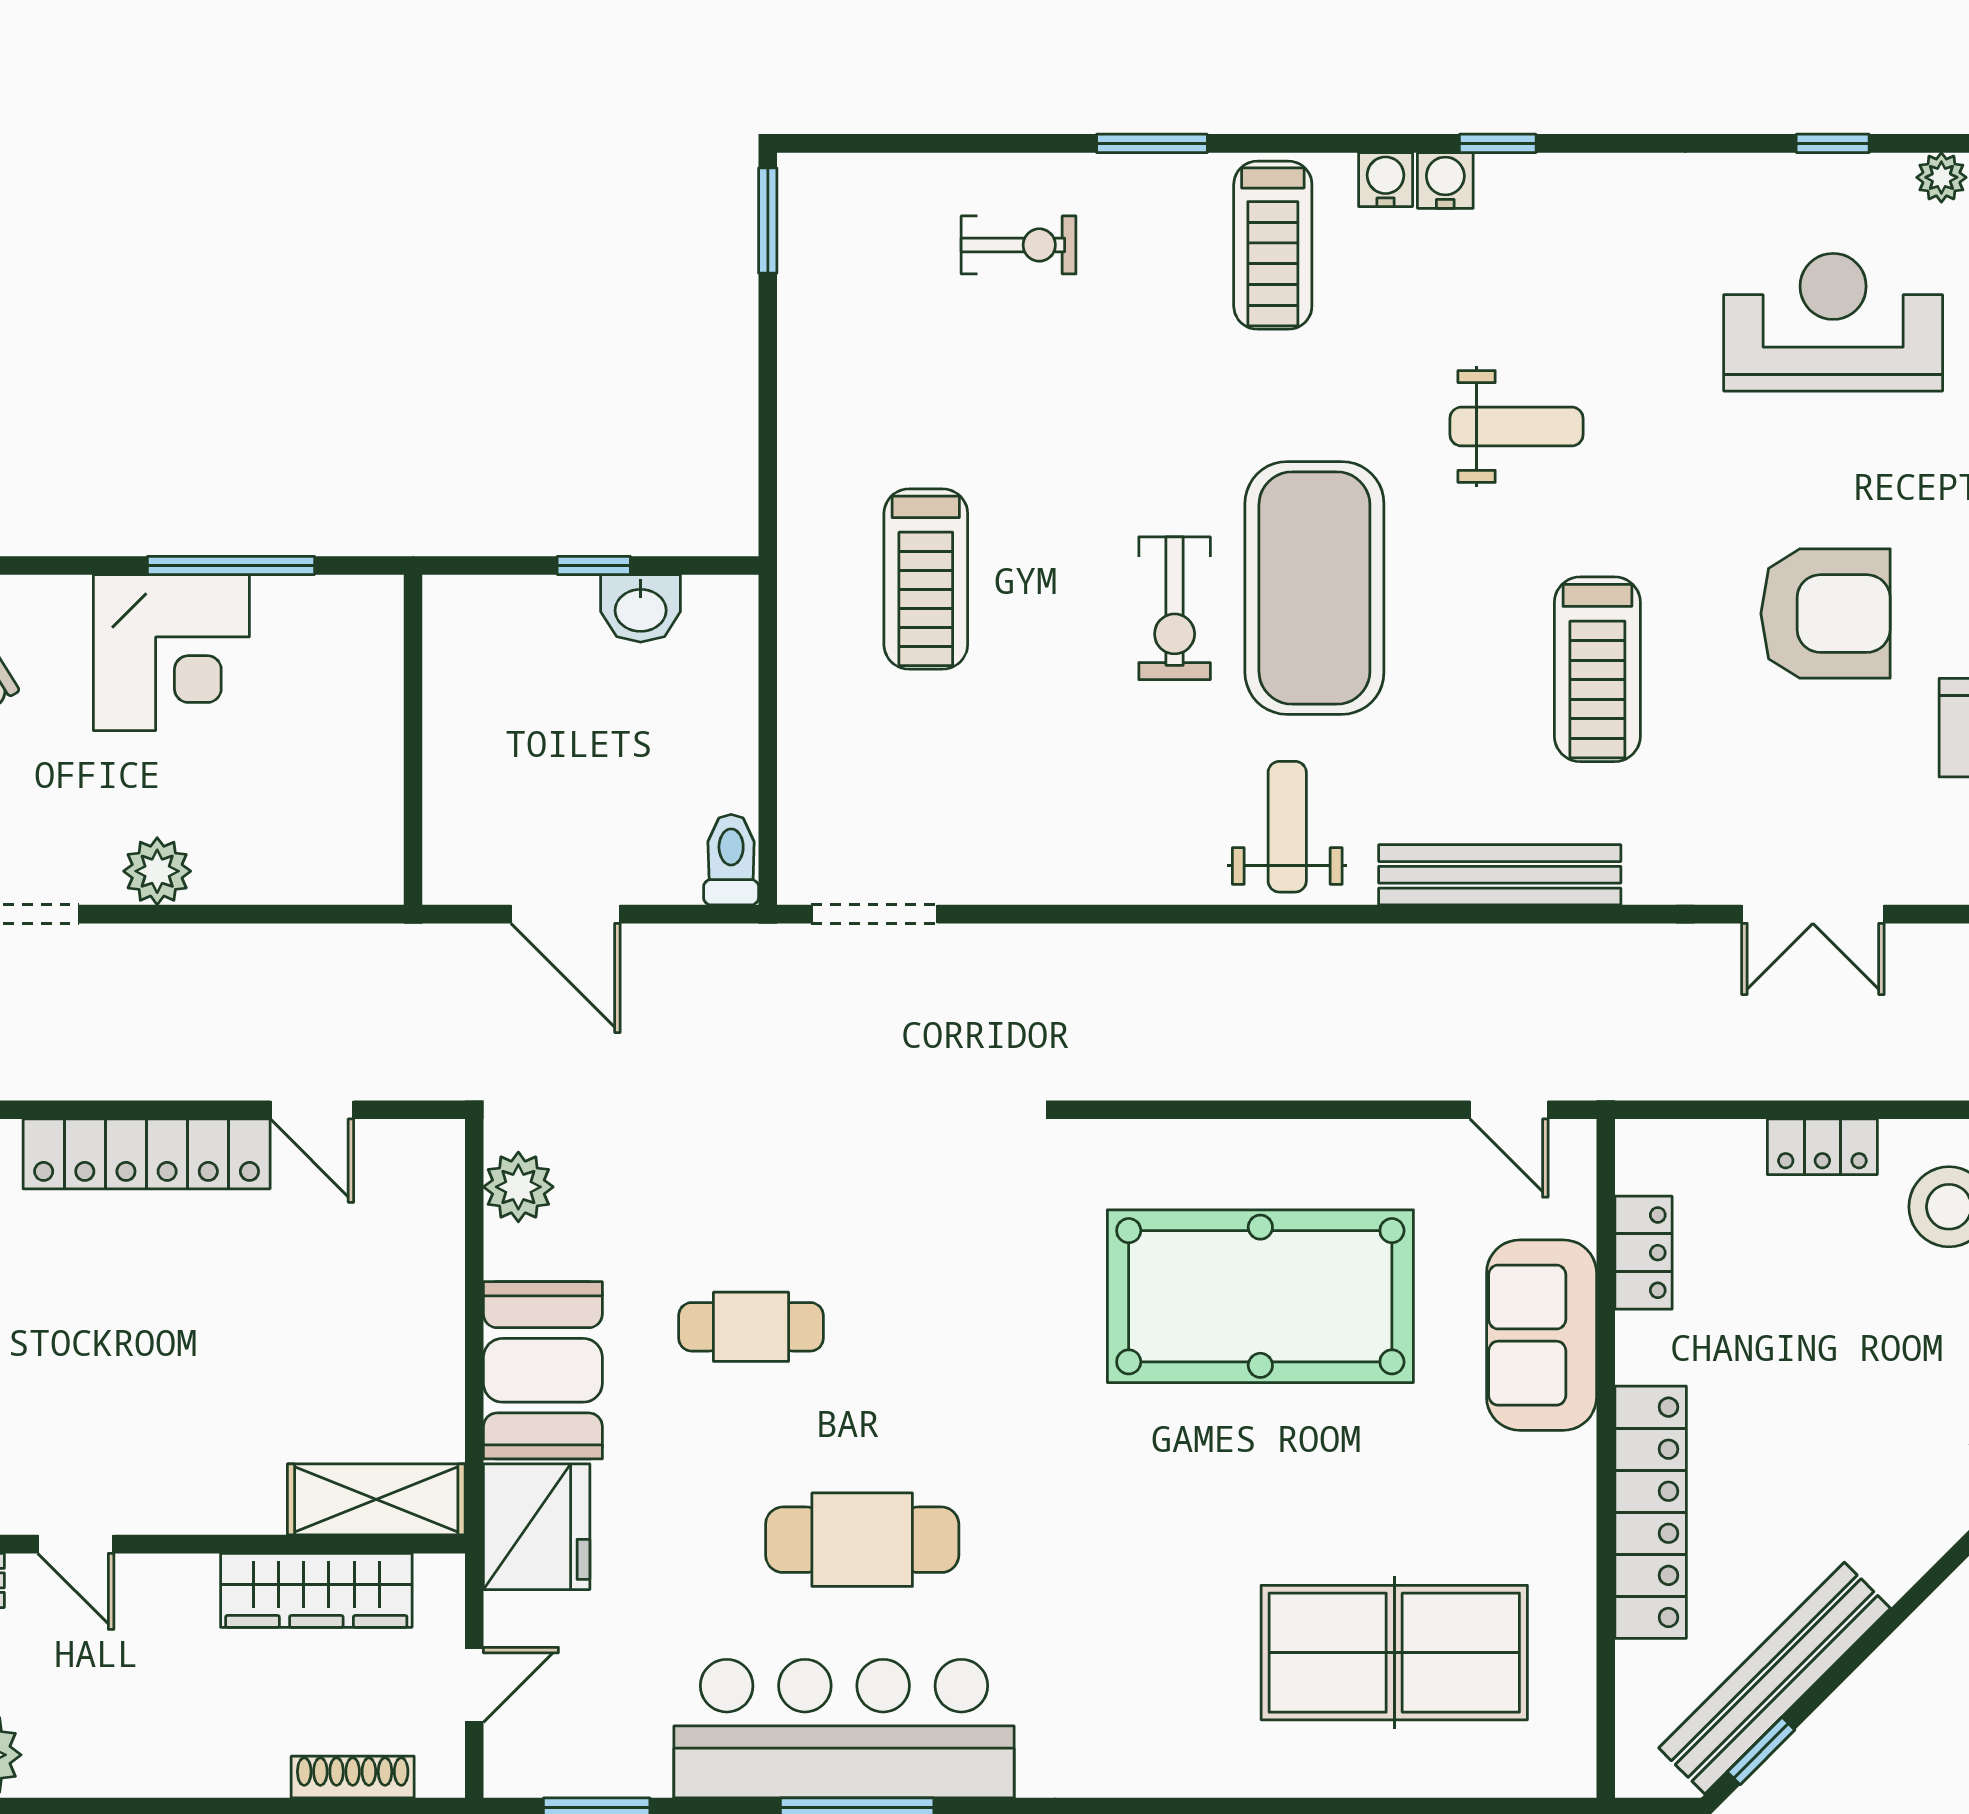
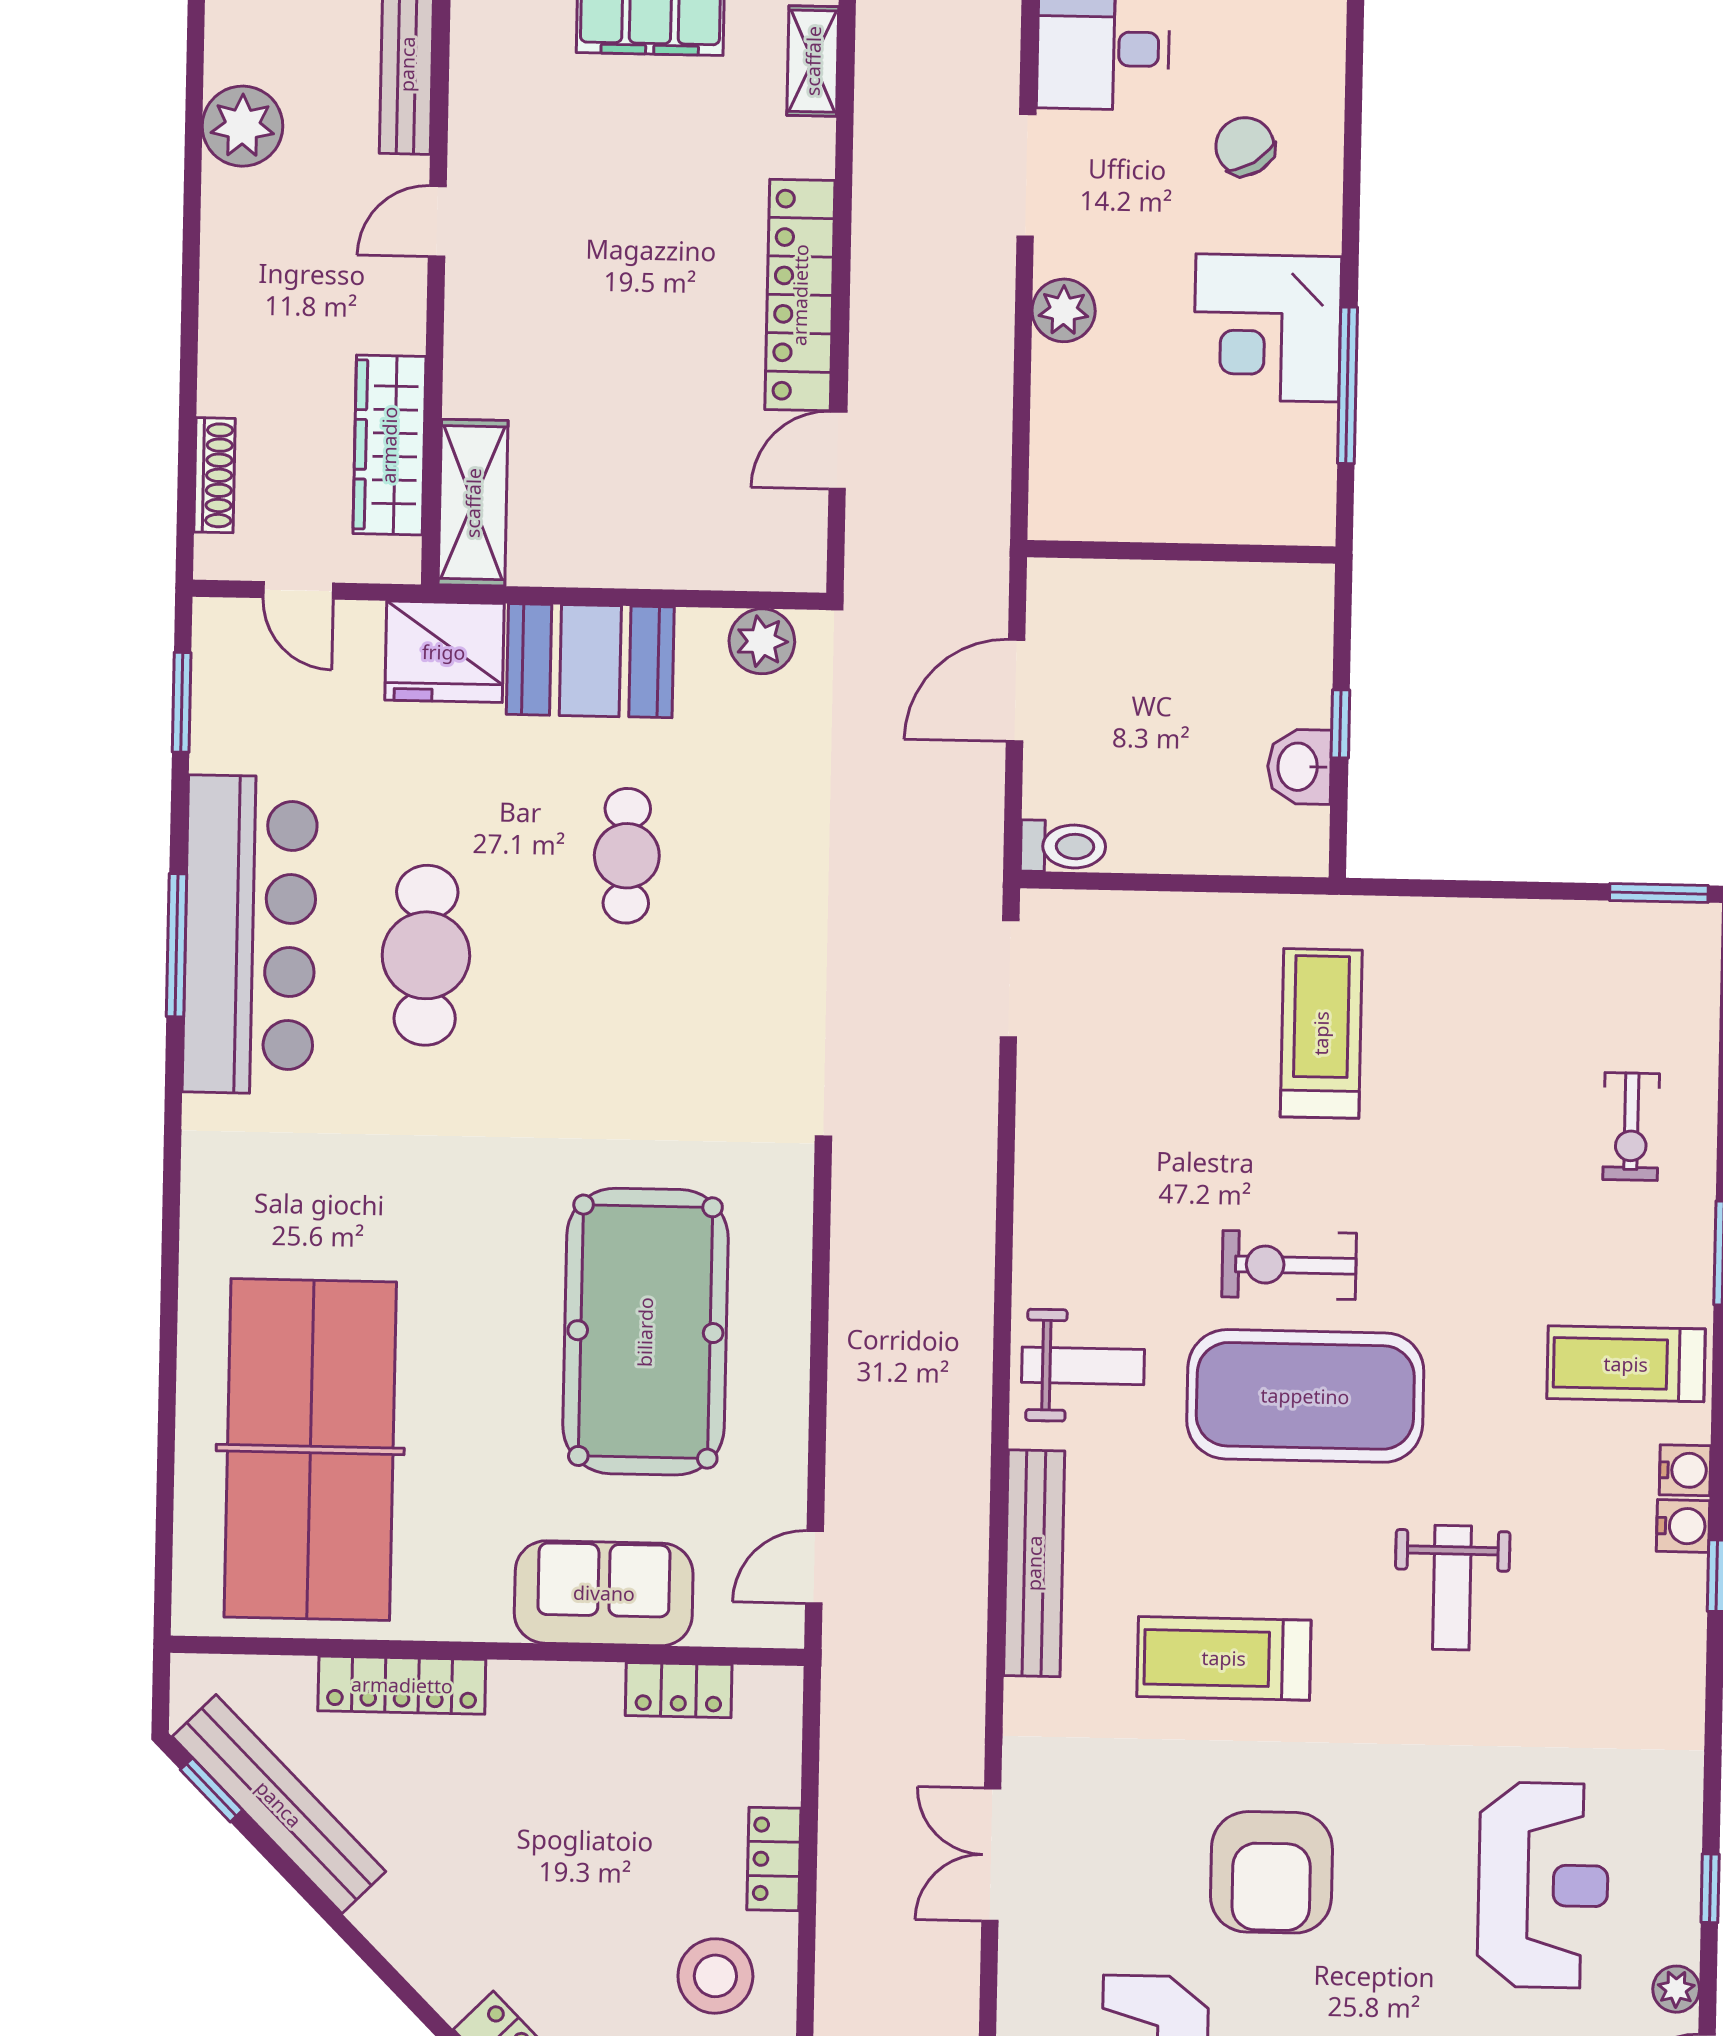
treadmill: (926, 579) -> (1321, 1033), turned 90
locker: (1651, 1512) -> (402, 1685), width x0.71, depth x0.83
table tennis table: (1394, 1653) -> (310, 1450), width x1.36, depth x1.32

